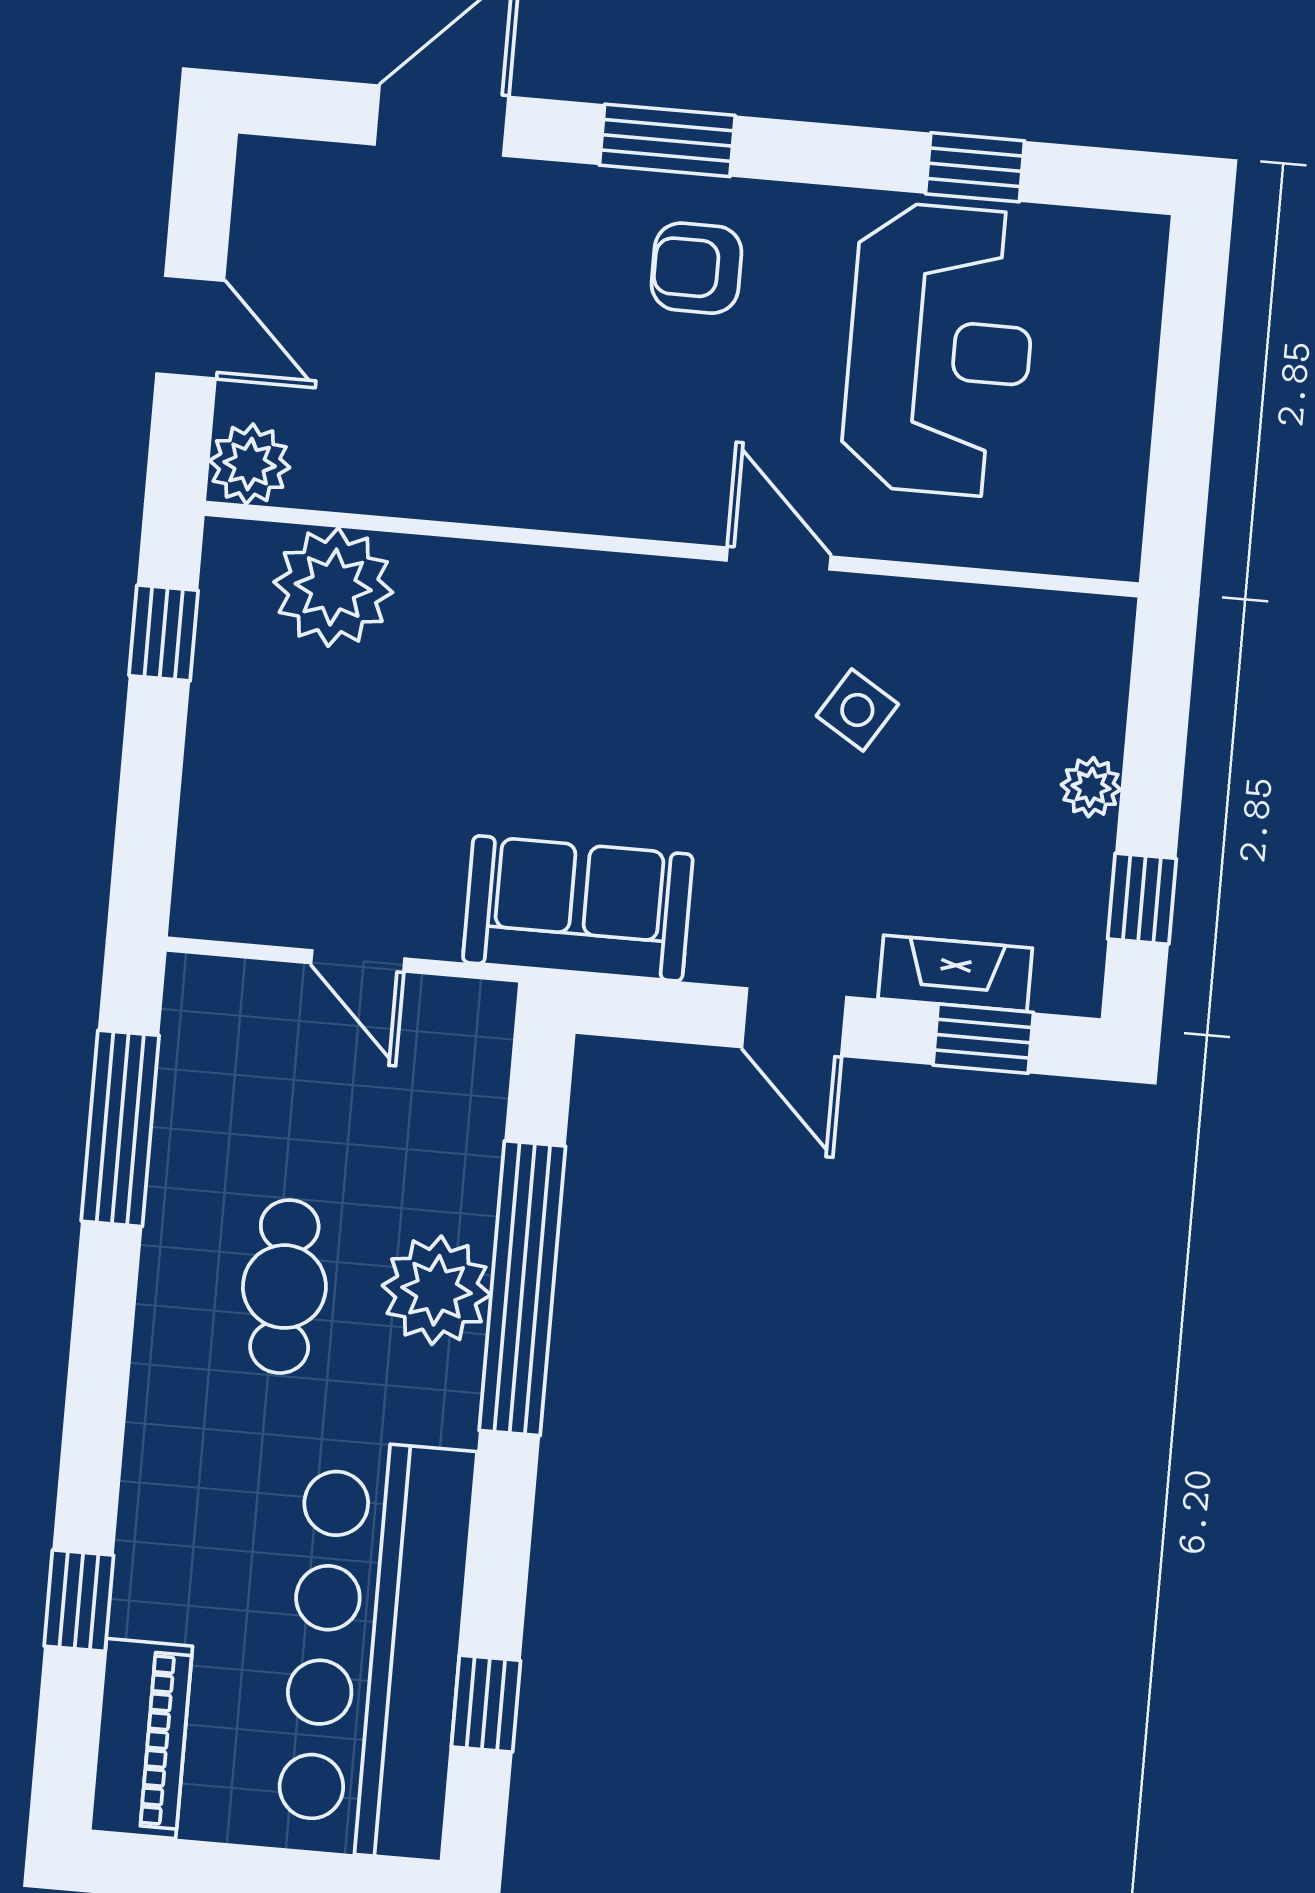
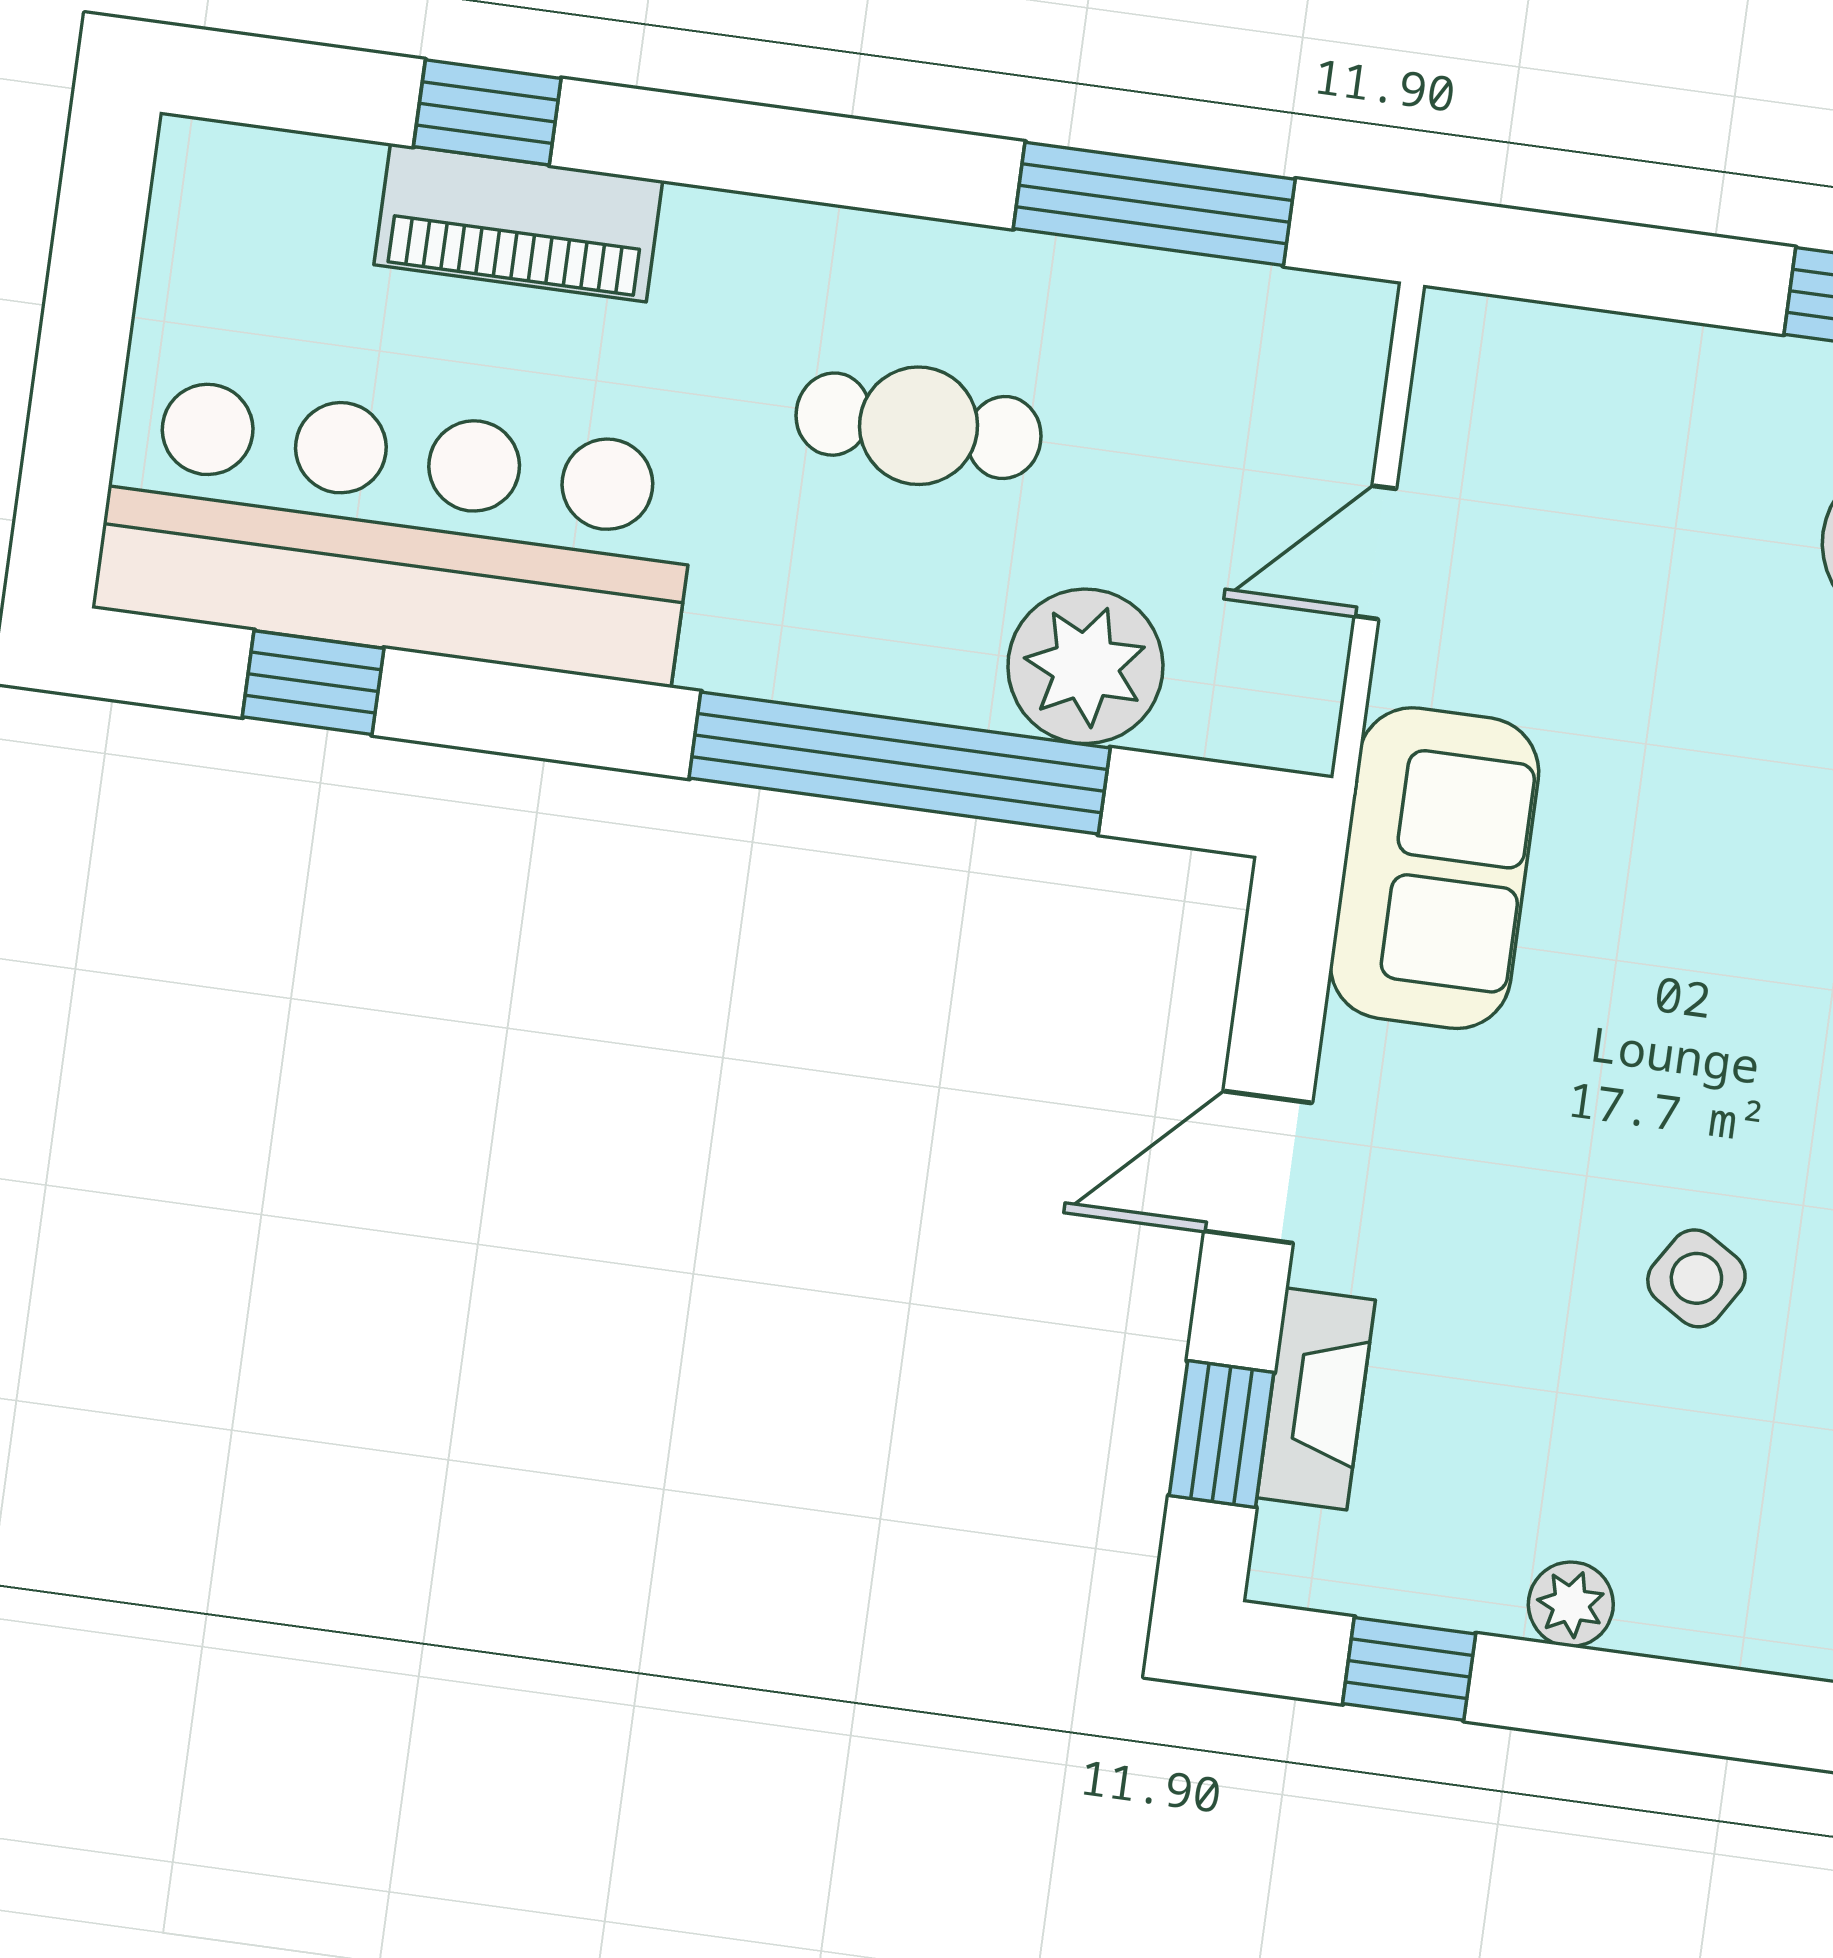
plant: (437, 1290) -> (1085, 666), moved
piano: (141, 1739) -> (518, 223), moved

